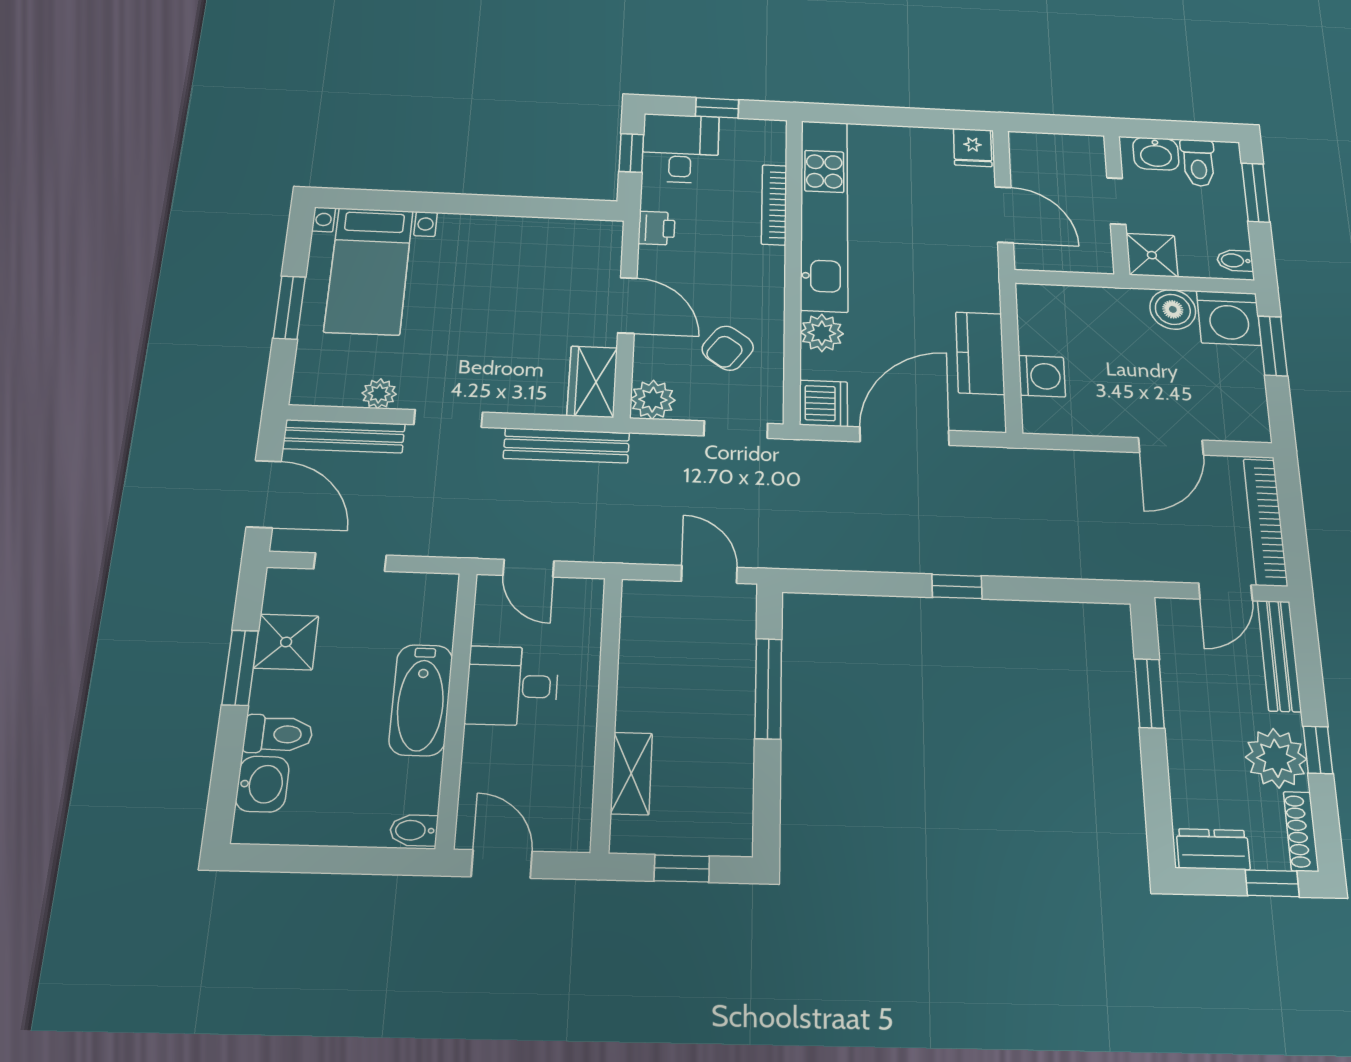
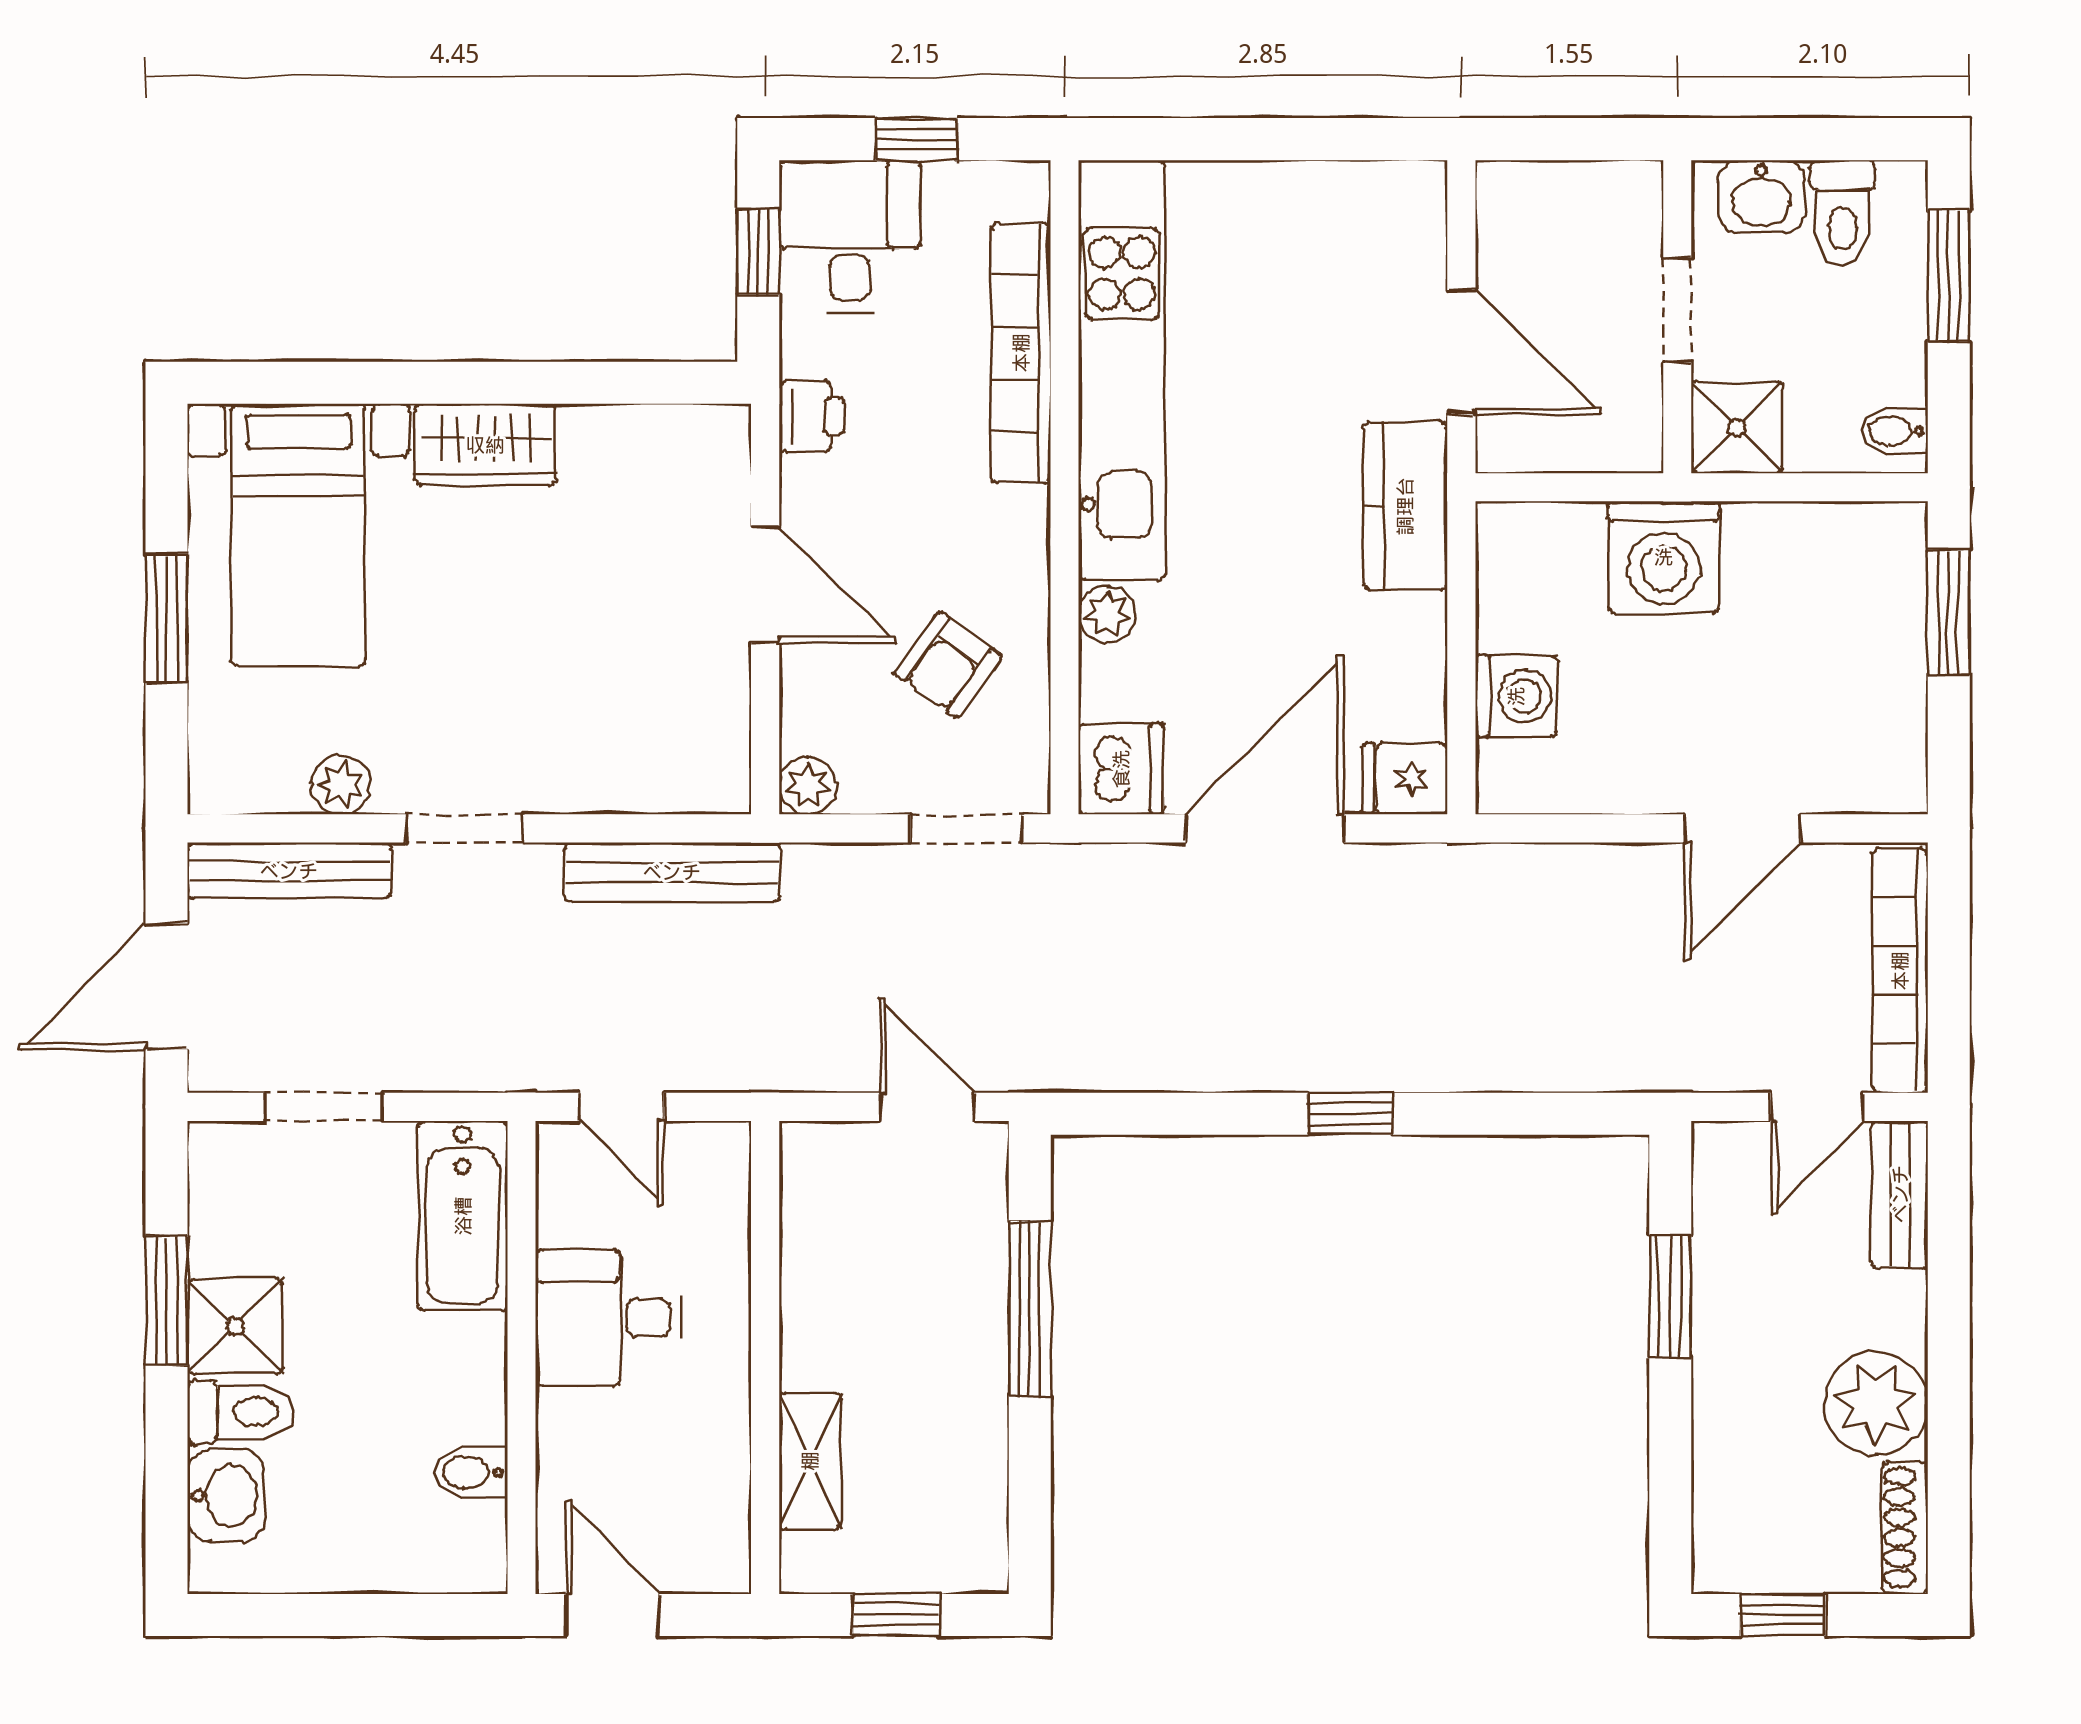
fridge: (973, 148) -> (1405, 779), moved, turned 90
bookcase: (774, 205) -> (1021, 353), width x1.48, depth x1.31
boiler: (1173, 309) -> (1768, 544), removed
washing machine: (1229, 318) -> (1664, 557), moved
plant: (822, 333) -> (1107, 614), width x0.73, depth x0.73
kitchen counter: (980, 353) -> (1405, 506), moved
wardrobe: (592, 382) -> (485, 445), moved, turned -90
plant: (653, 400) -> (808, 786), width x0.73, depth x0.73
door: (264, 494) -> (166, 986), swing flipped
shower: (286, 642) -> (235, 1326), moved
bench: (1279, 656) -> (1900, 1194), width x0.73
bathtub: (421, 700) -> (463, 1216), moved
window: (1318, 750) -> (1949, 1387), removed
bidet: (414, 830) -> (471, 1472), moved
dresser: (1213, 849) -> (1756, 1561), removed
window: (1272, 883) -> (1783, 1615), moved

